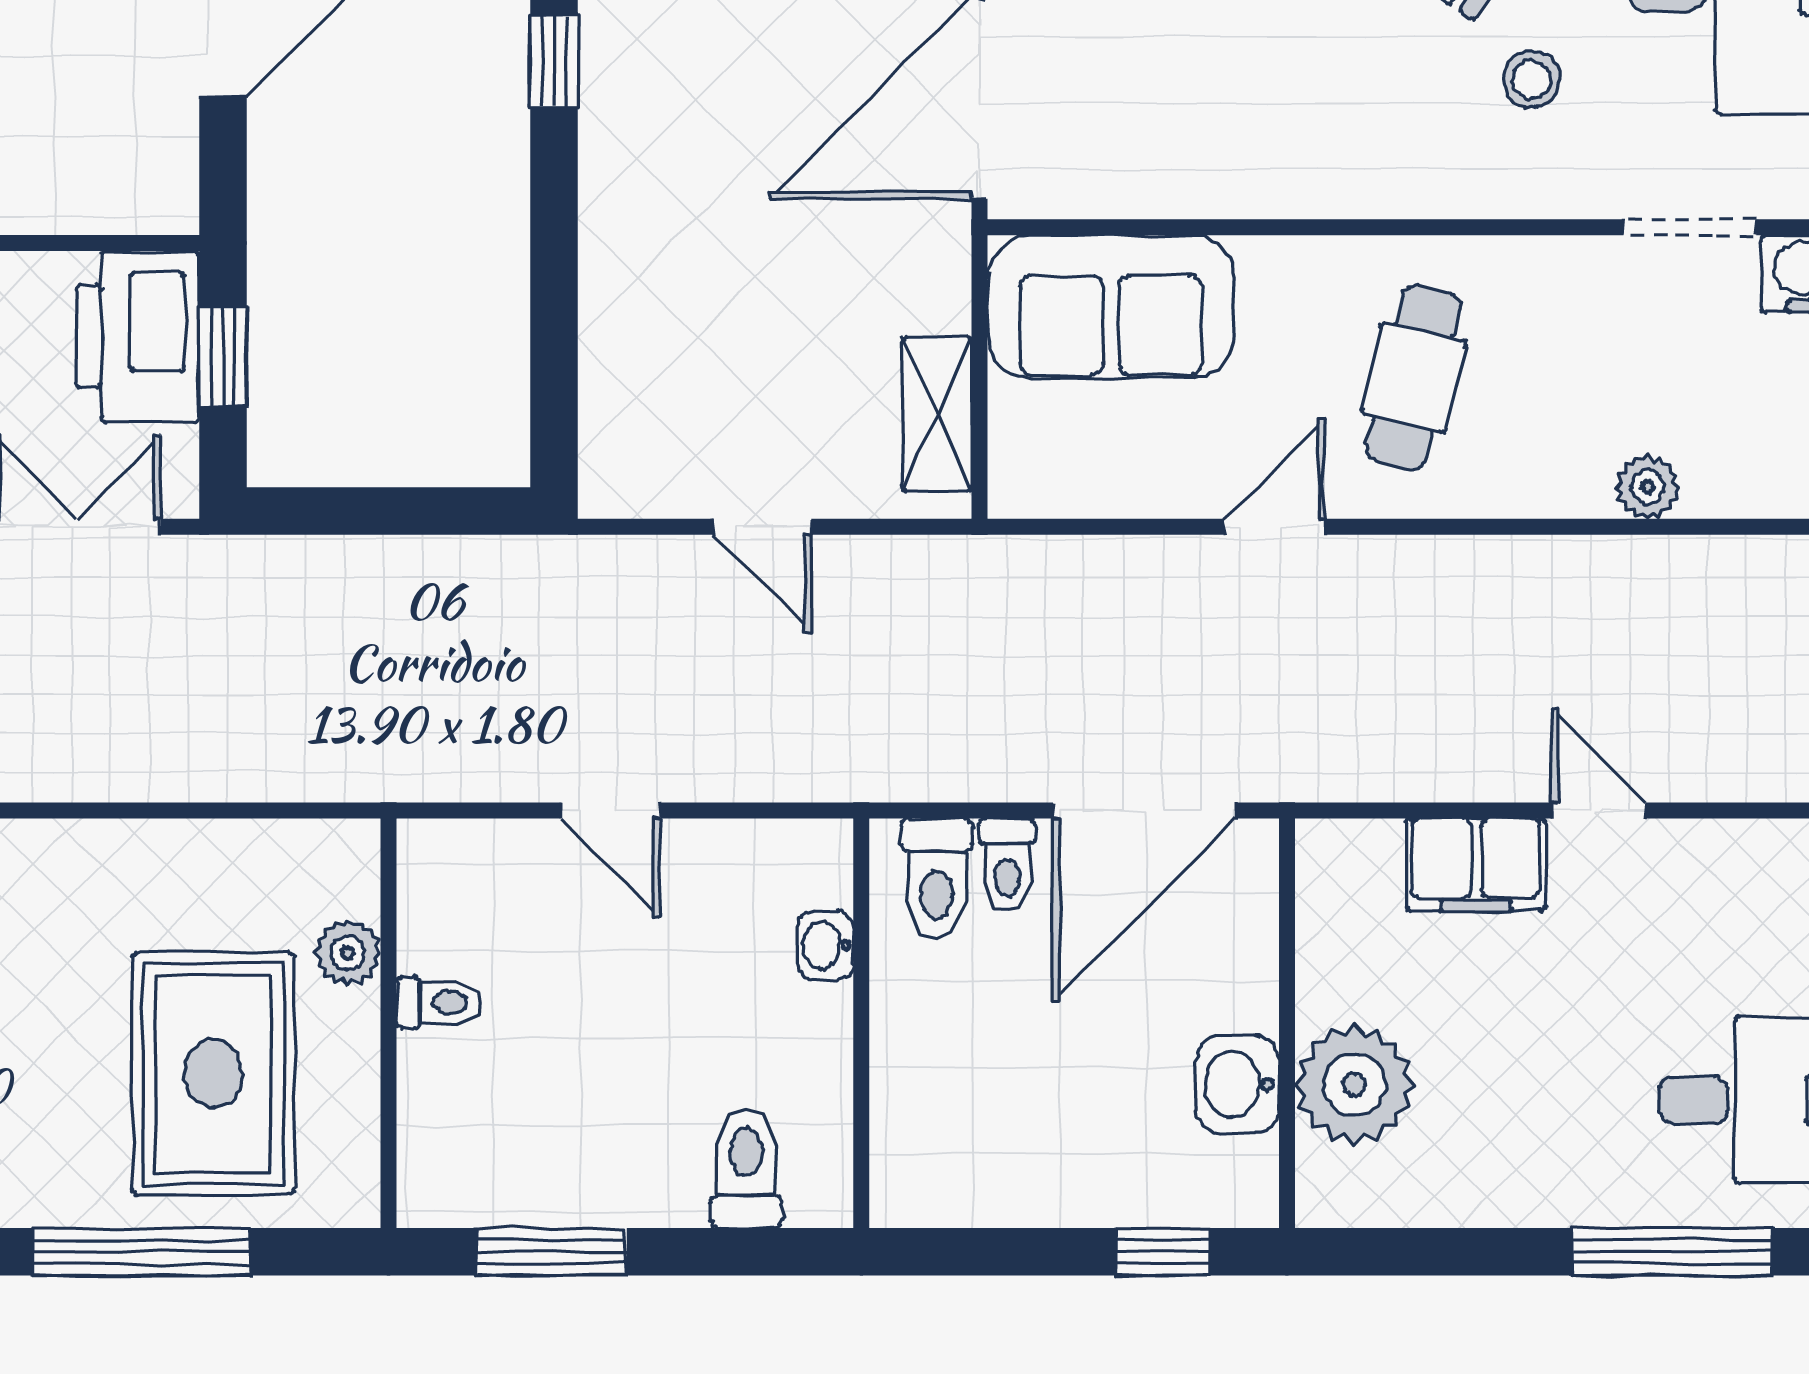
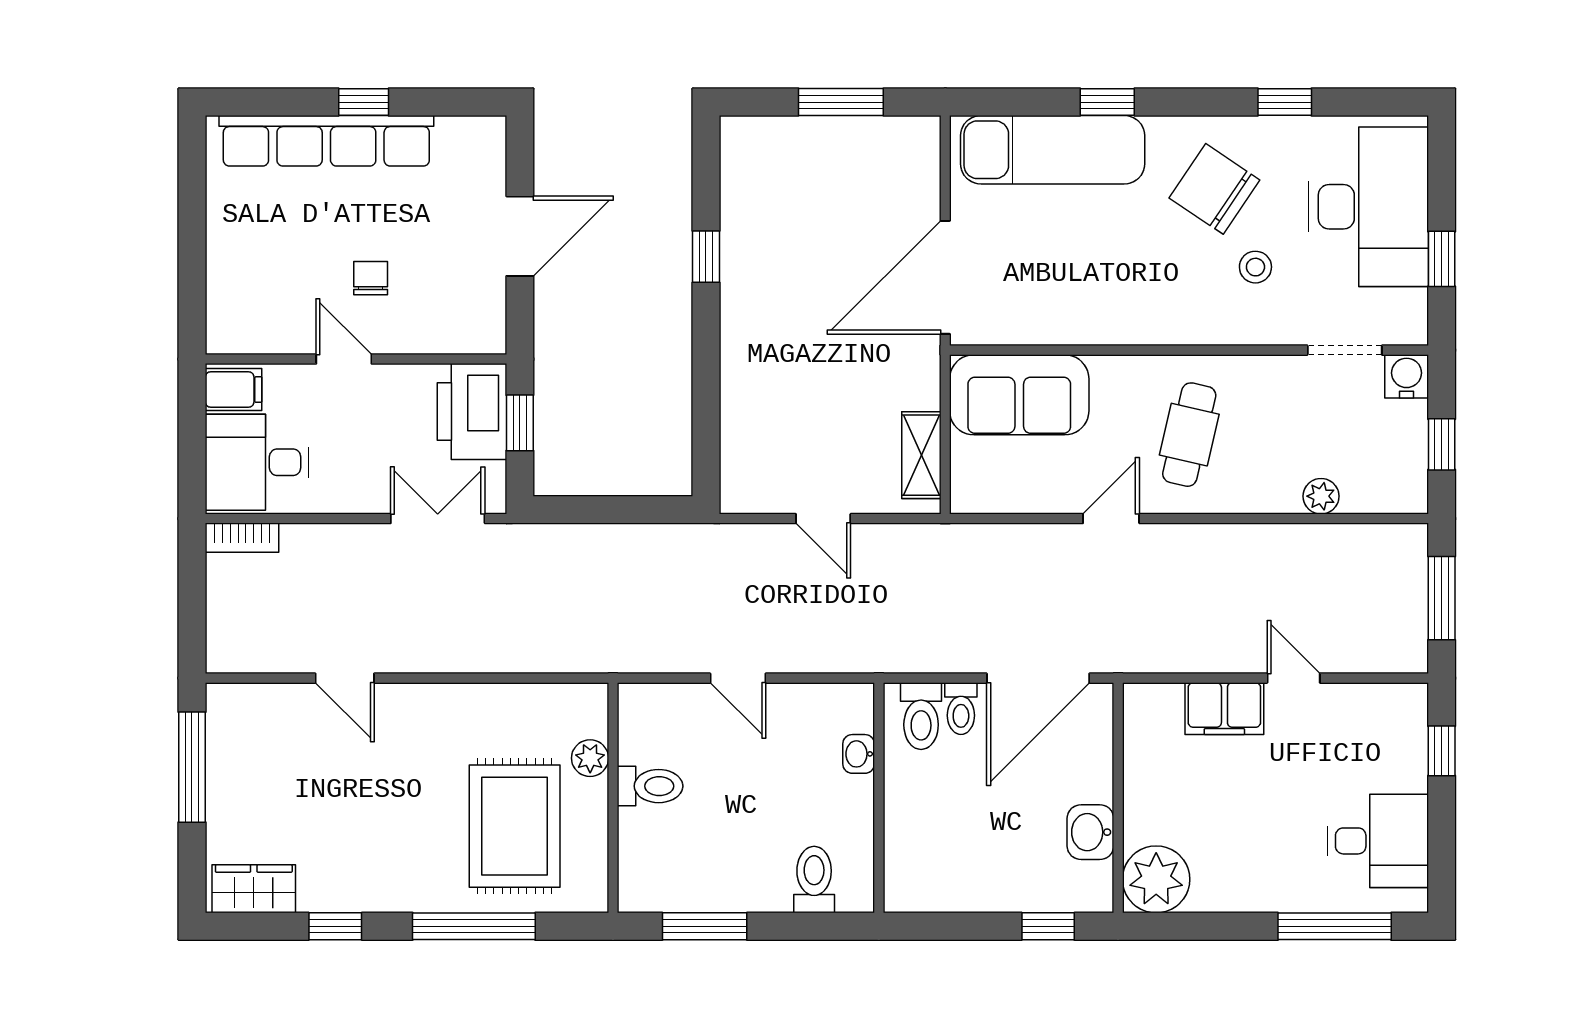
toilet: (438, 1003) -> (650, 786), width x1.37, depth x1.39
plant: (1355, 1085) -> (1156, 879), moved

